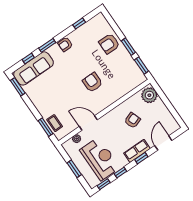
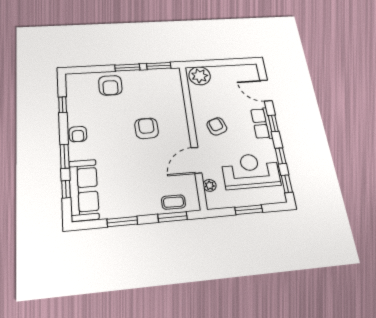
armchair: (92, 82) -> (147, 128), turned 88
window: (18, 87) -> (122, 222), moved
armchair: (132, 120) -> (217, 126), moved

